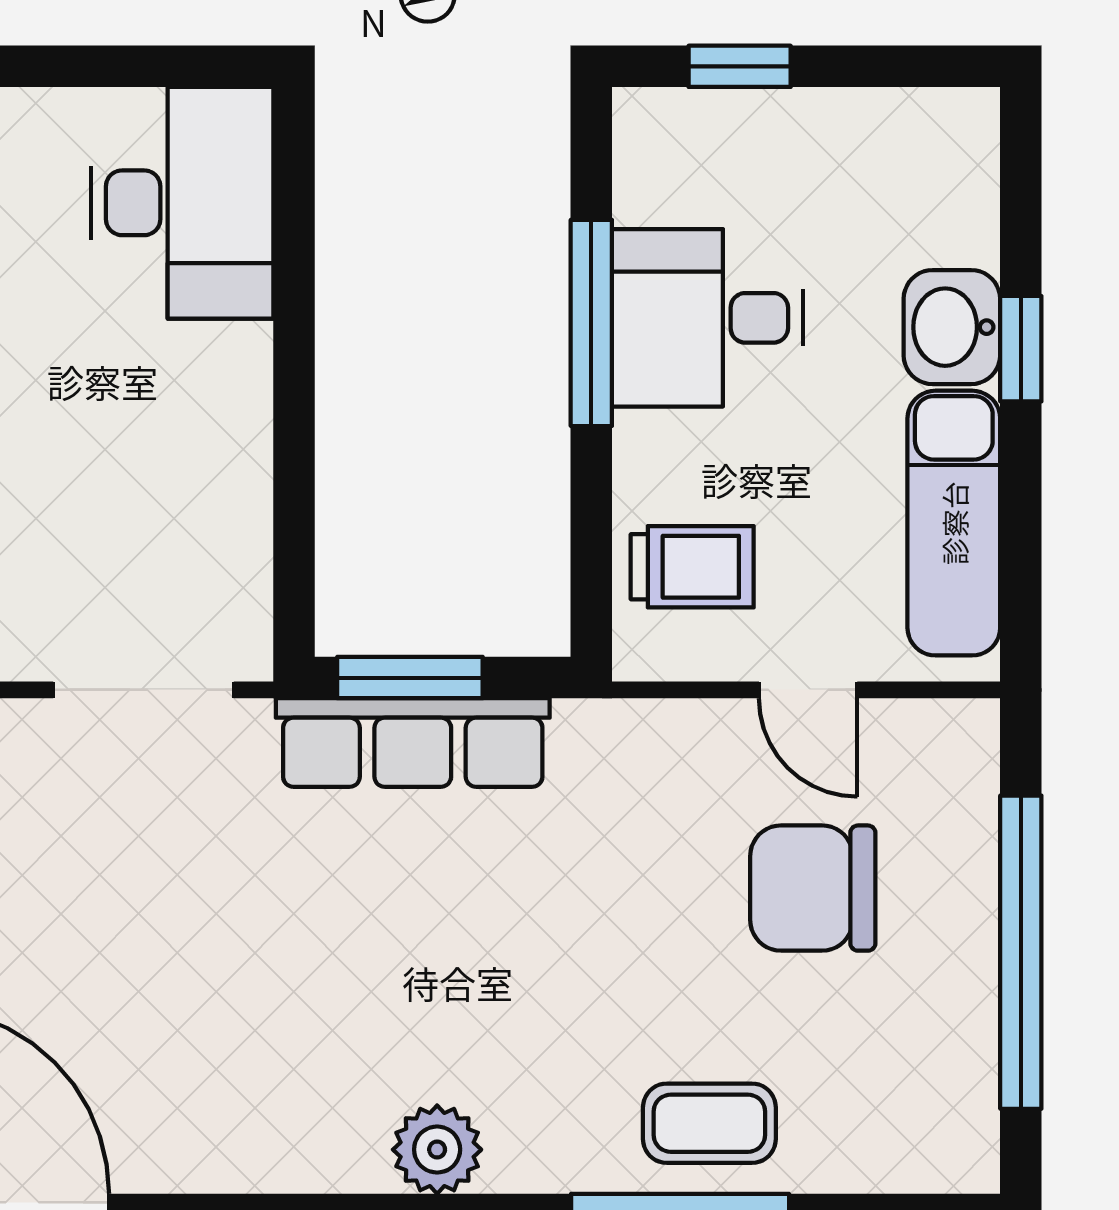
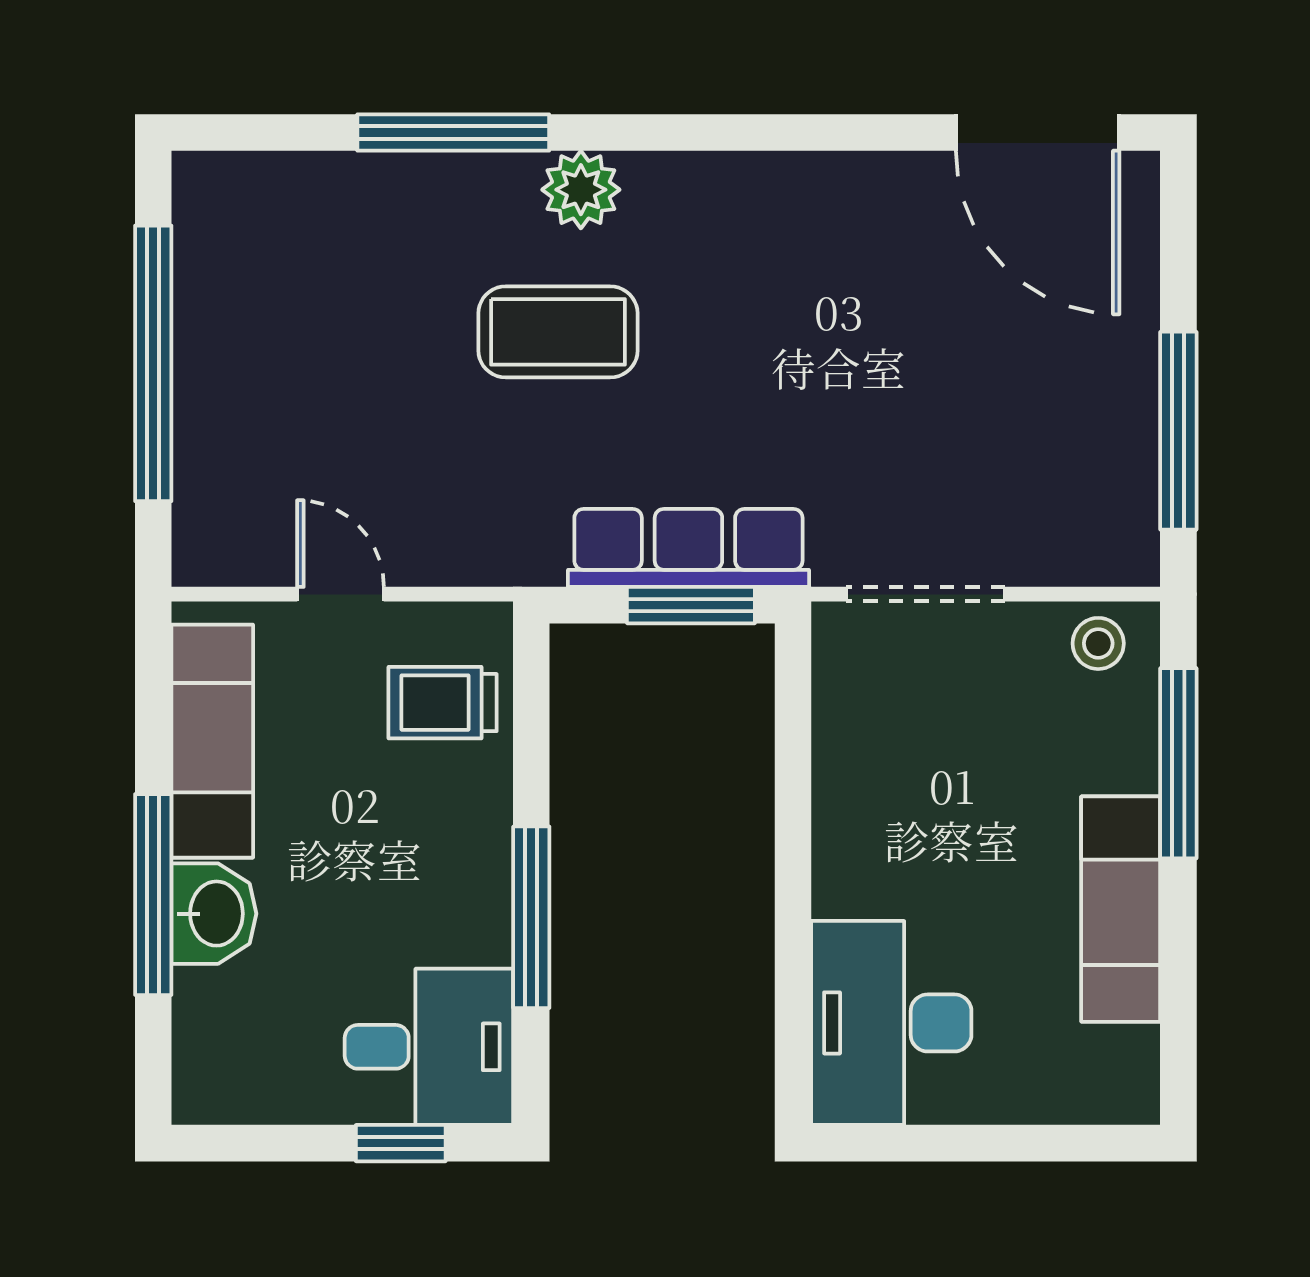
desk: (708, 318) -> (429, 1047), moved
window: (1021, 349) -> (153, 895), width x2.17
chair: (813, 888) -> (336, 420), removed
coffee table: (709, 1123) -> (558, 332), moved, width x1.36, depth x1.30
plant: (437, 1150) -> (581, 190), moved

